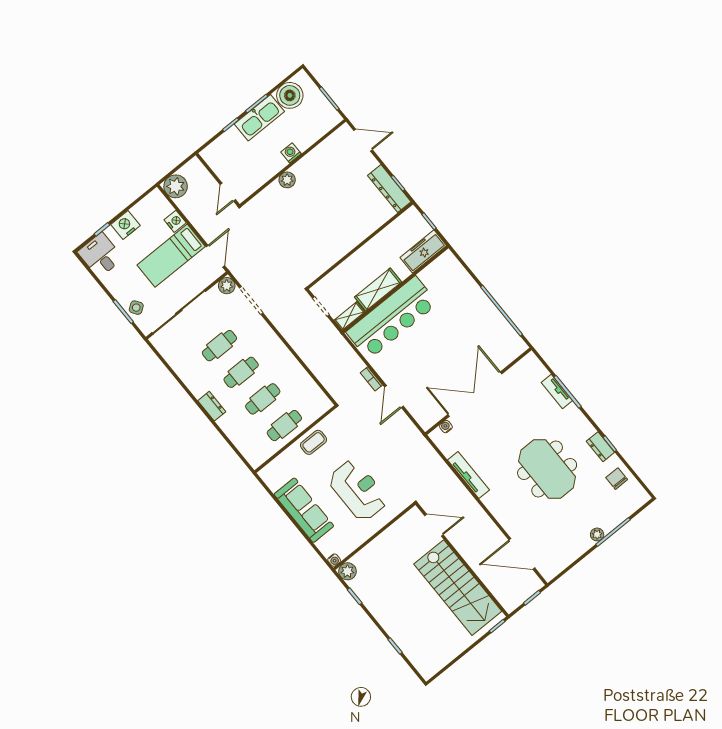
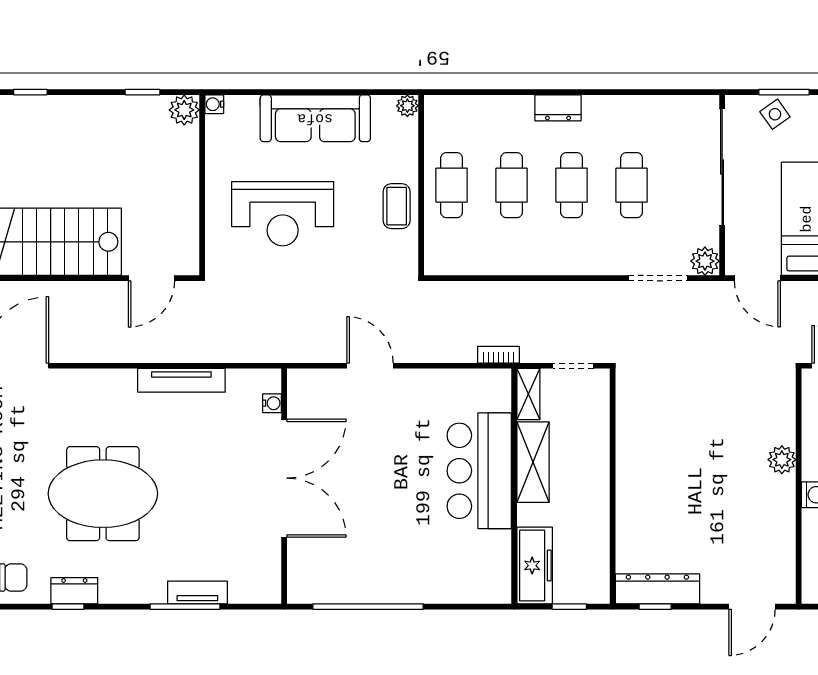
bar counter: (392, 318) -> (479, 471), width x0.73
bookcase: (371, 379) -> (499, 355), moved
plant: (265, 474) -> (407, 106), added

